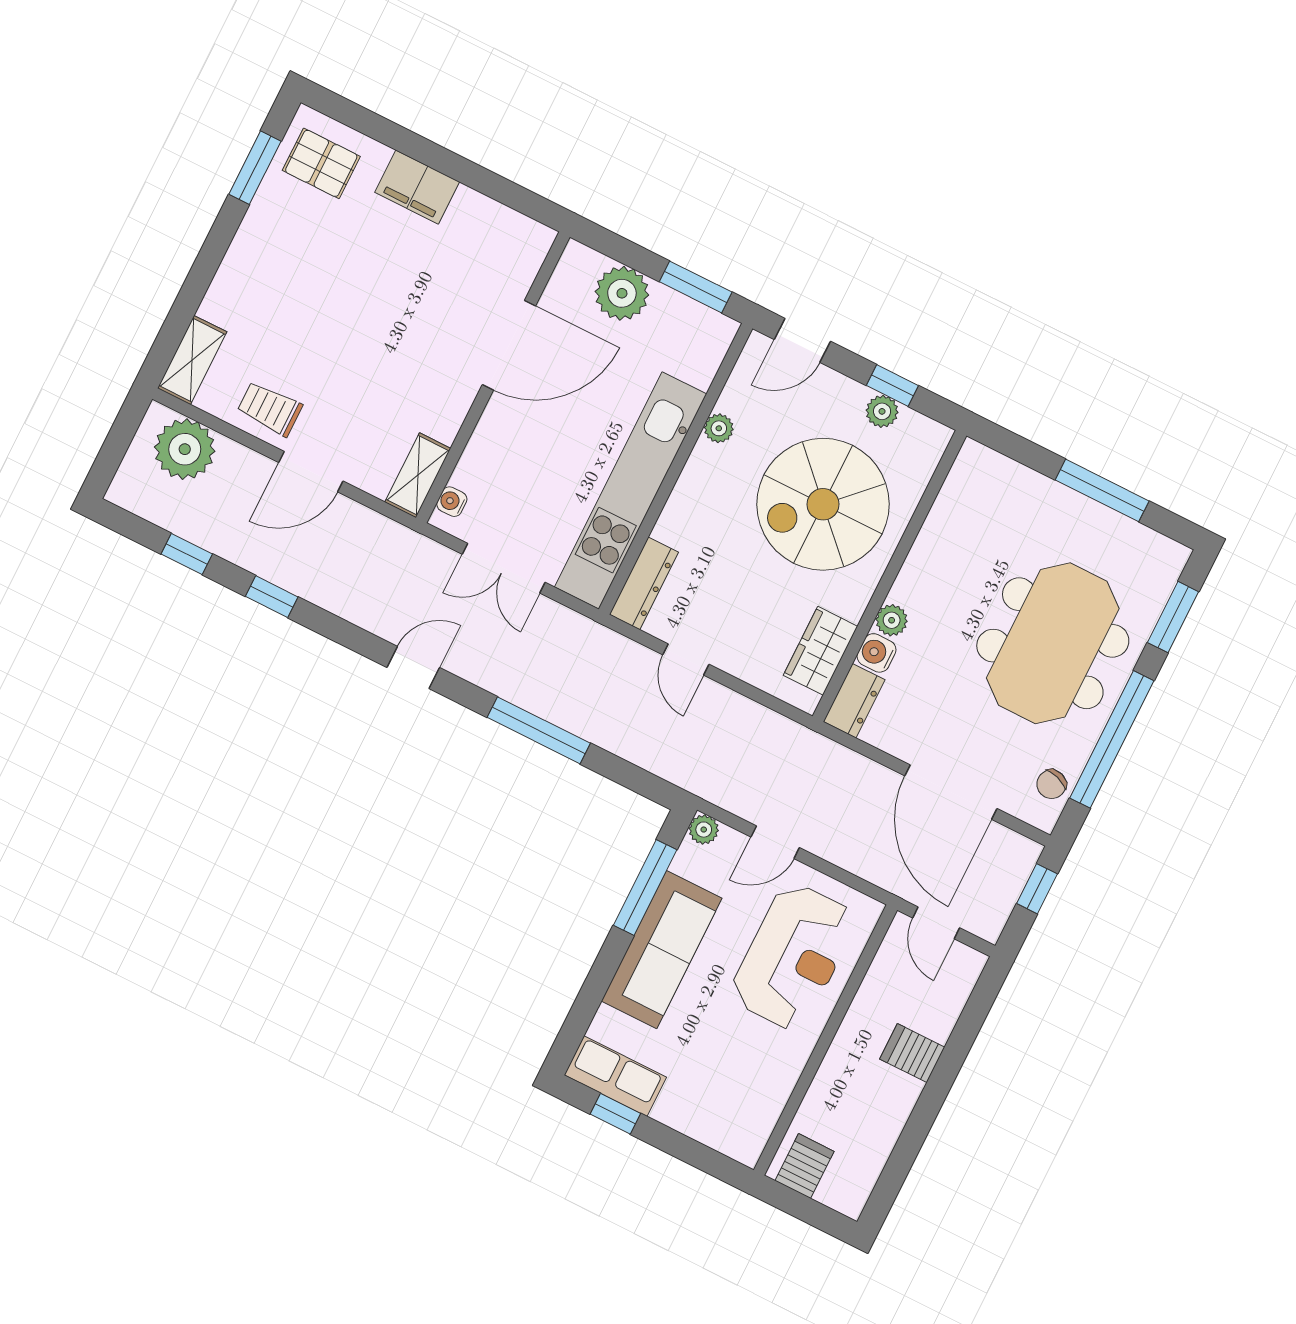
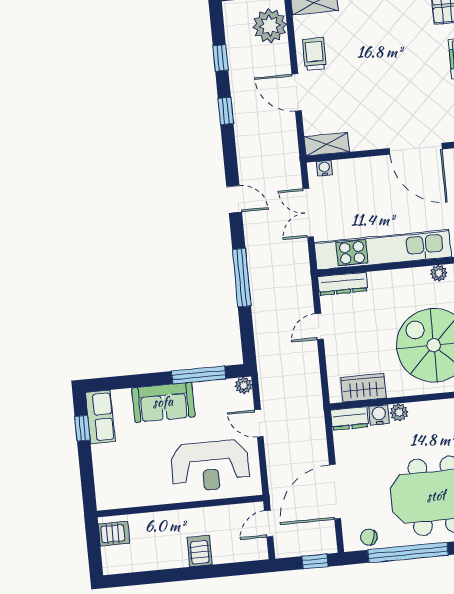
sofa: (662, 950) -> (163, 402), width x0.73

